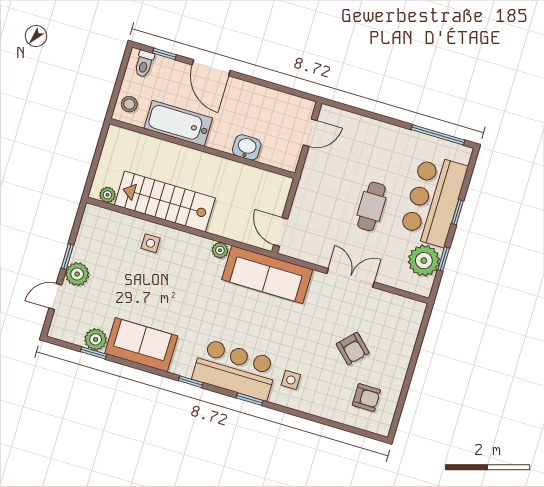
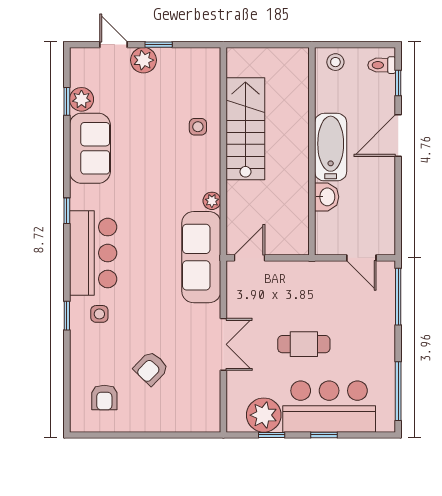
window: (354, 110) -> (398, 297), added
bathtub: (178, 123) -> (331, 147), moved
plant: (107, 195) -> (235, 67), removed
window: (250, 399) -> (67, 316), moved

